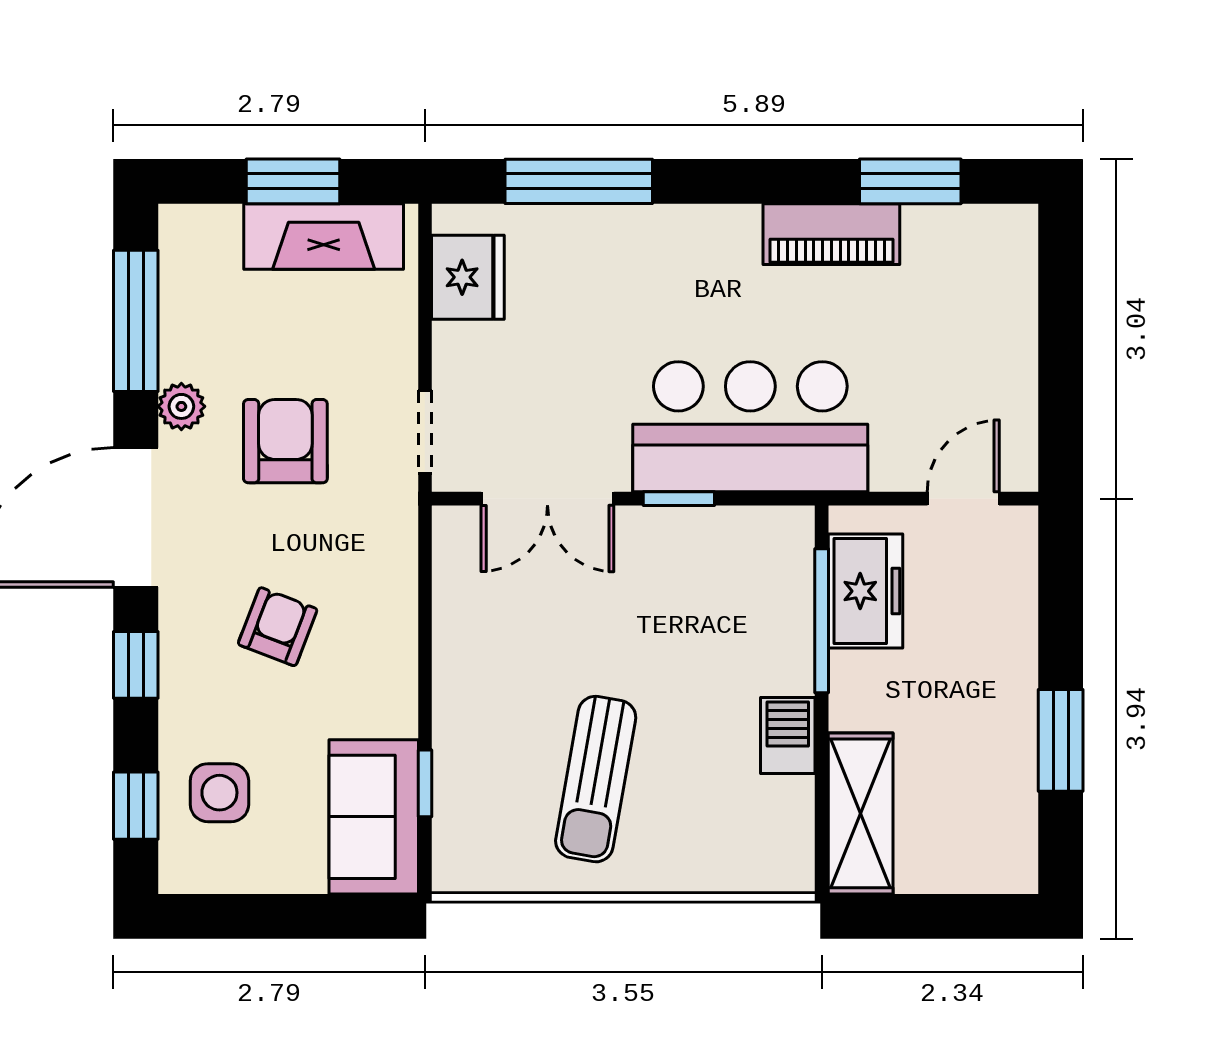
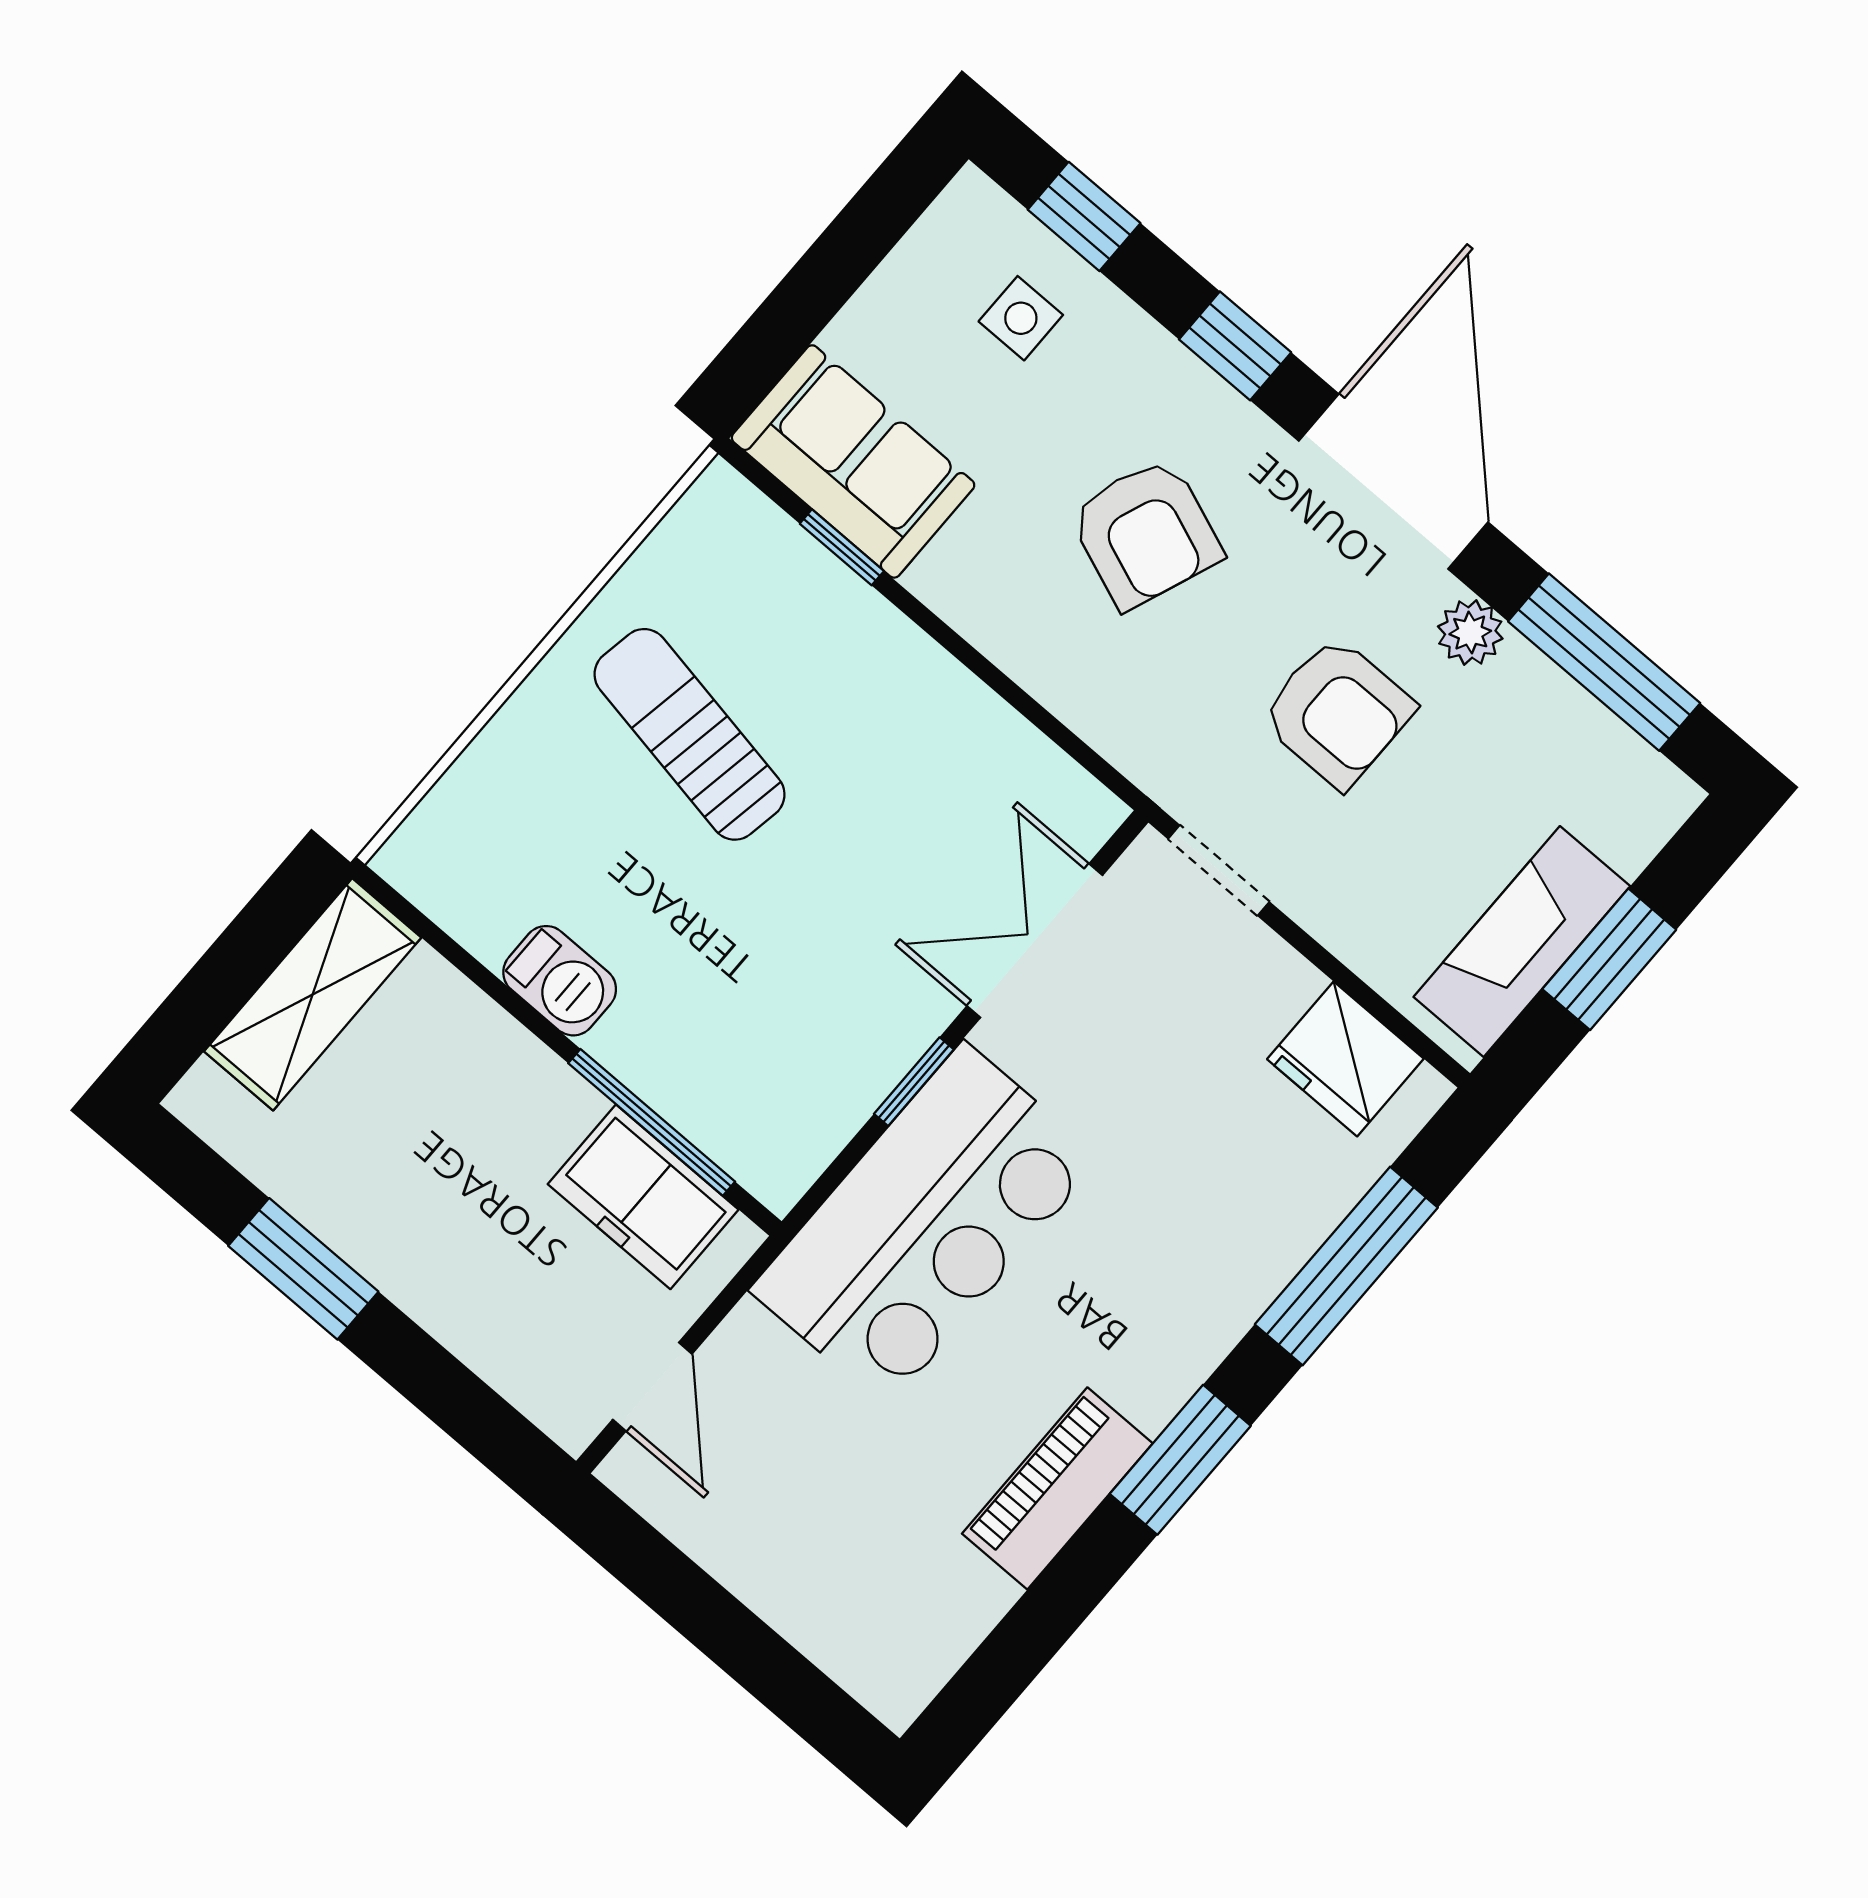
window: (910, 181) -> (1180, 1460), moved
armchair: (278, 627) -> (1146, 533), width x1.38, depth x1.38
side table: (219, 793) -> (1021, 318), width x0.73, depth x0.73
shelving: (861, 813) -> (313, 994), moved, turned 90

